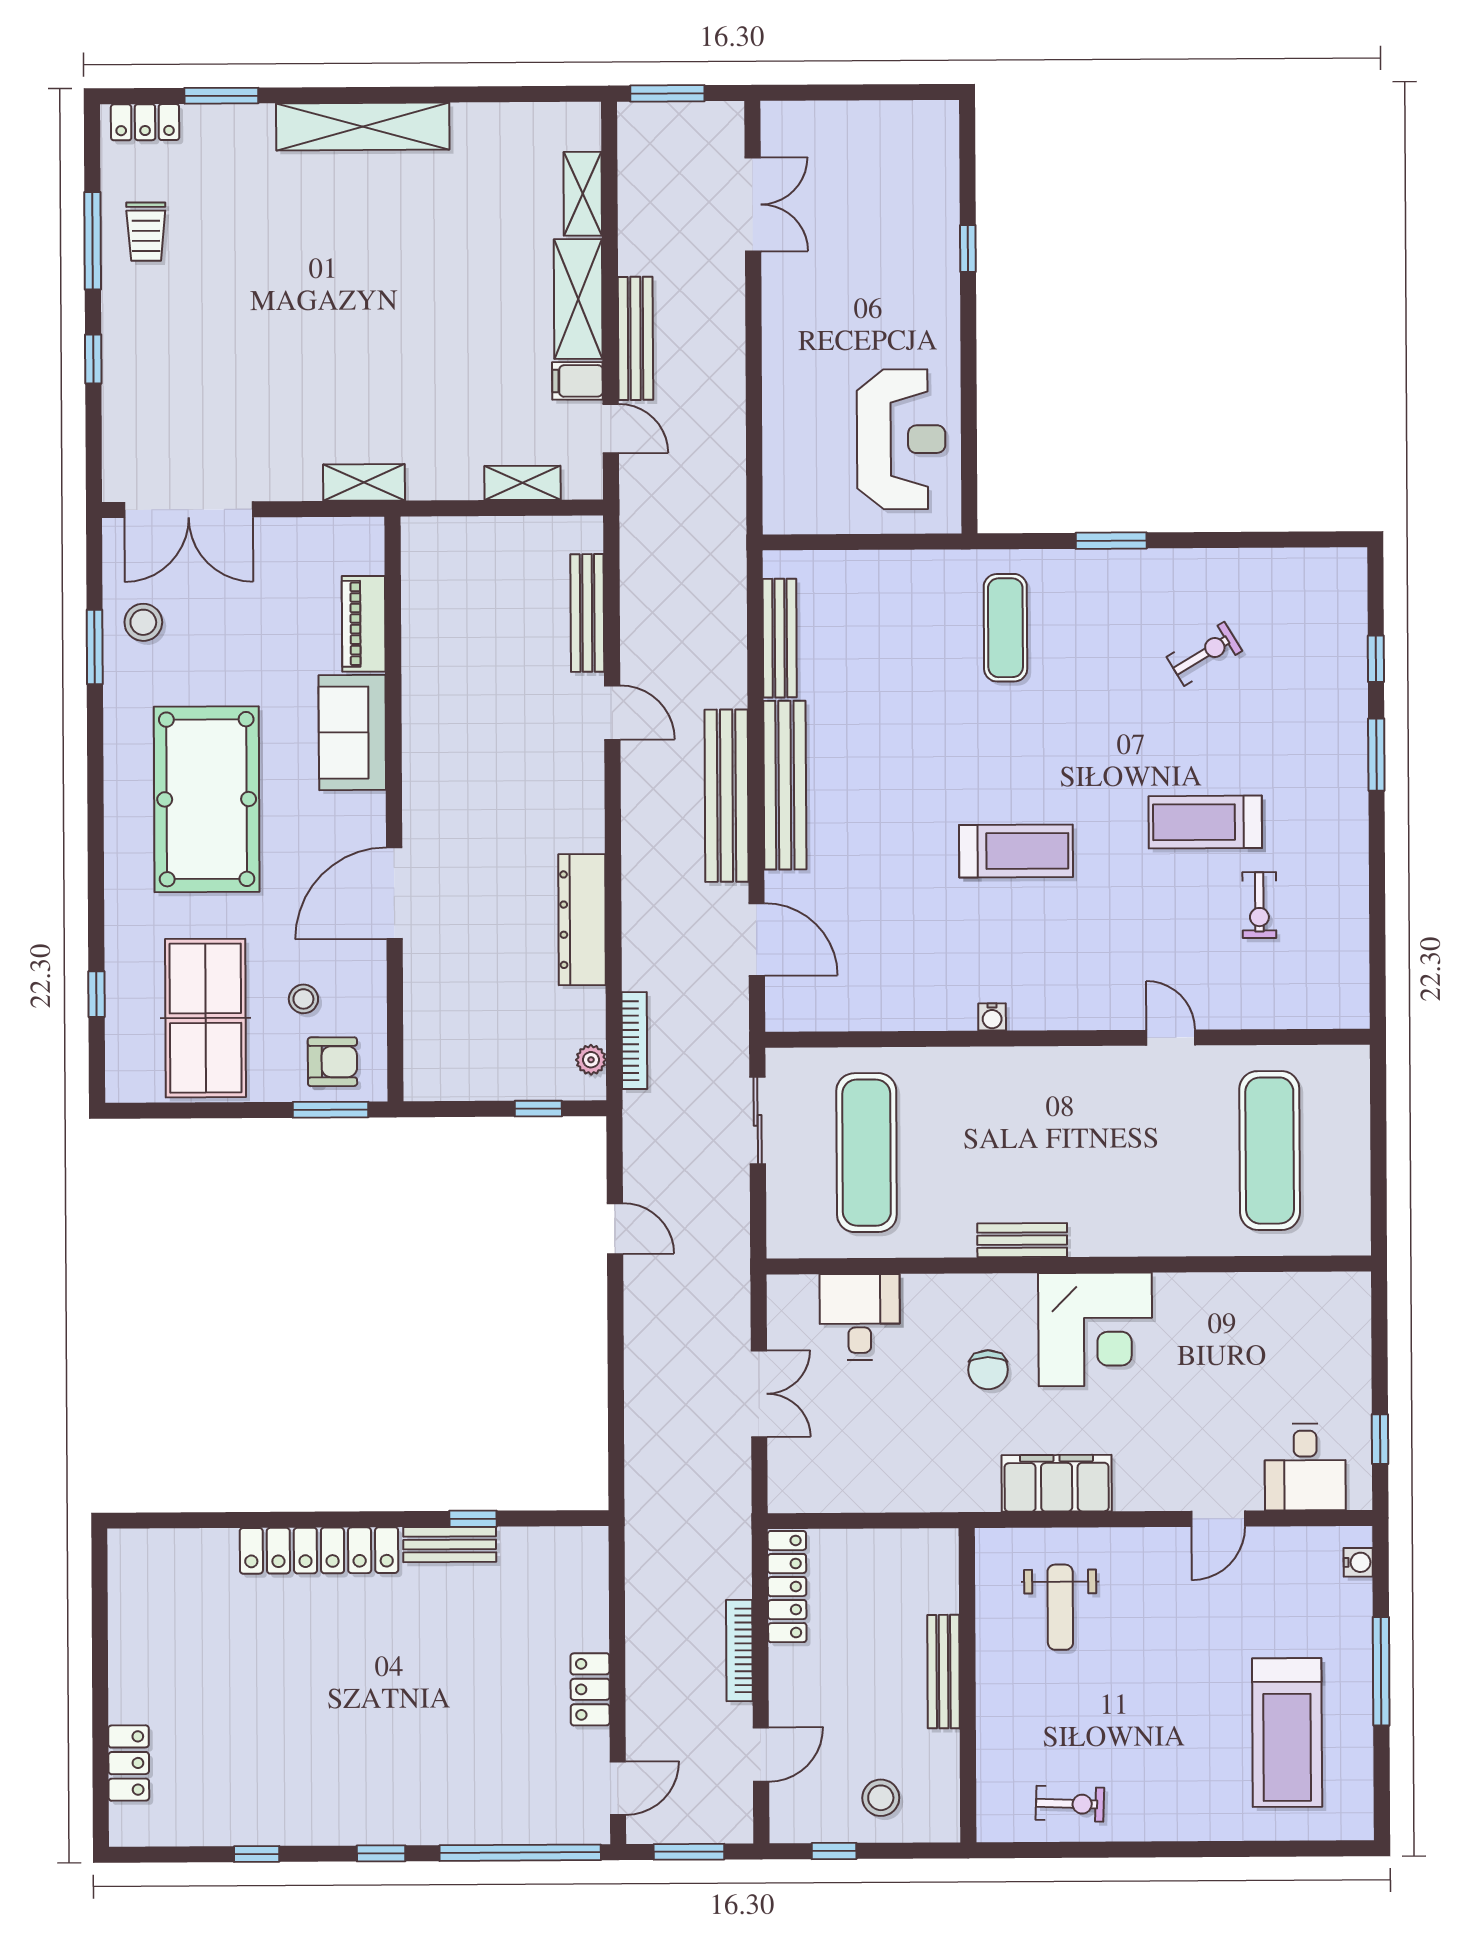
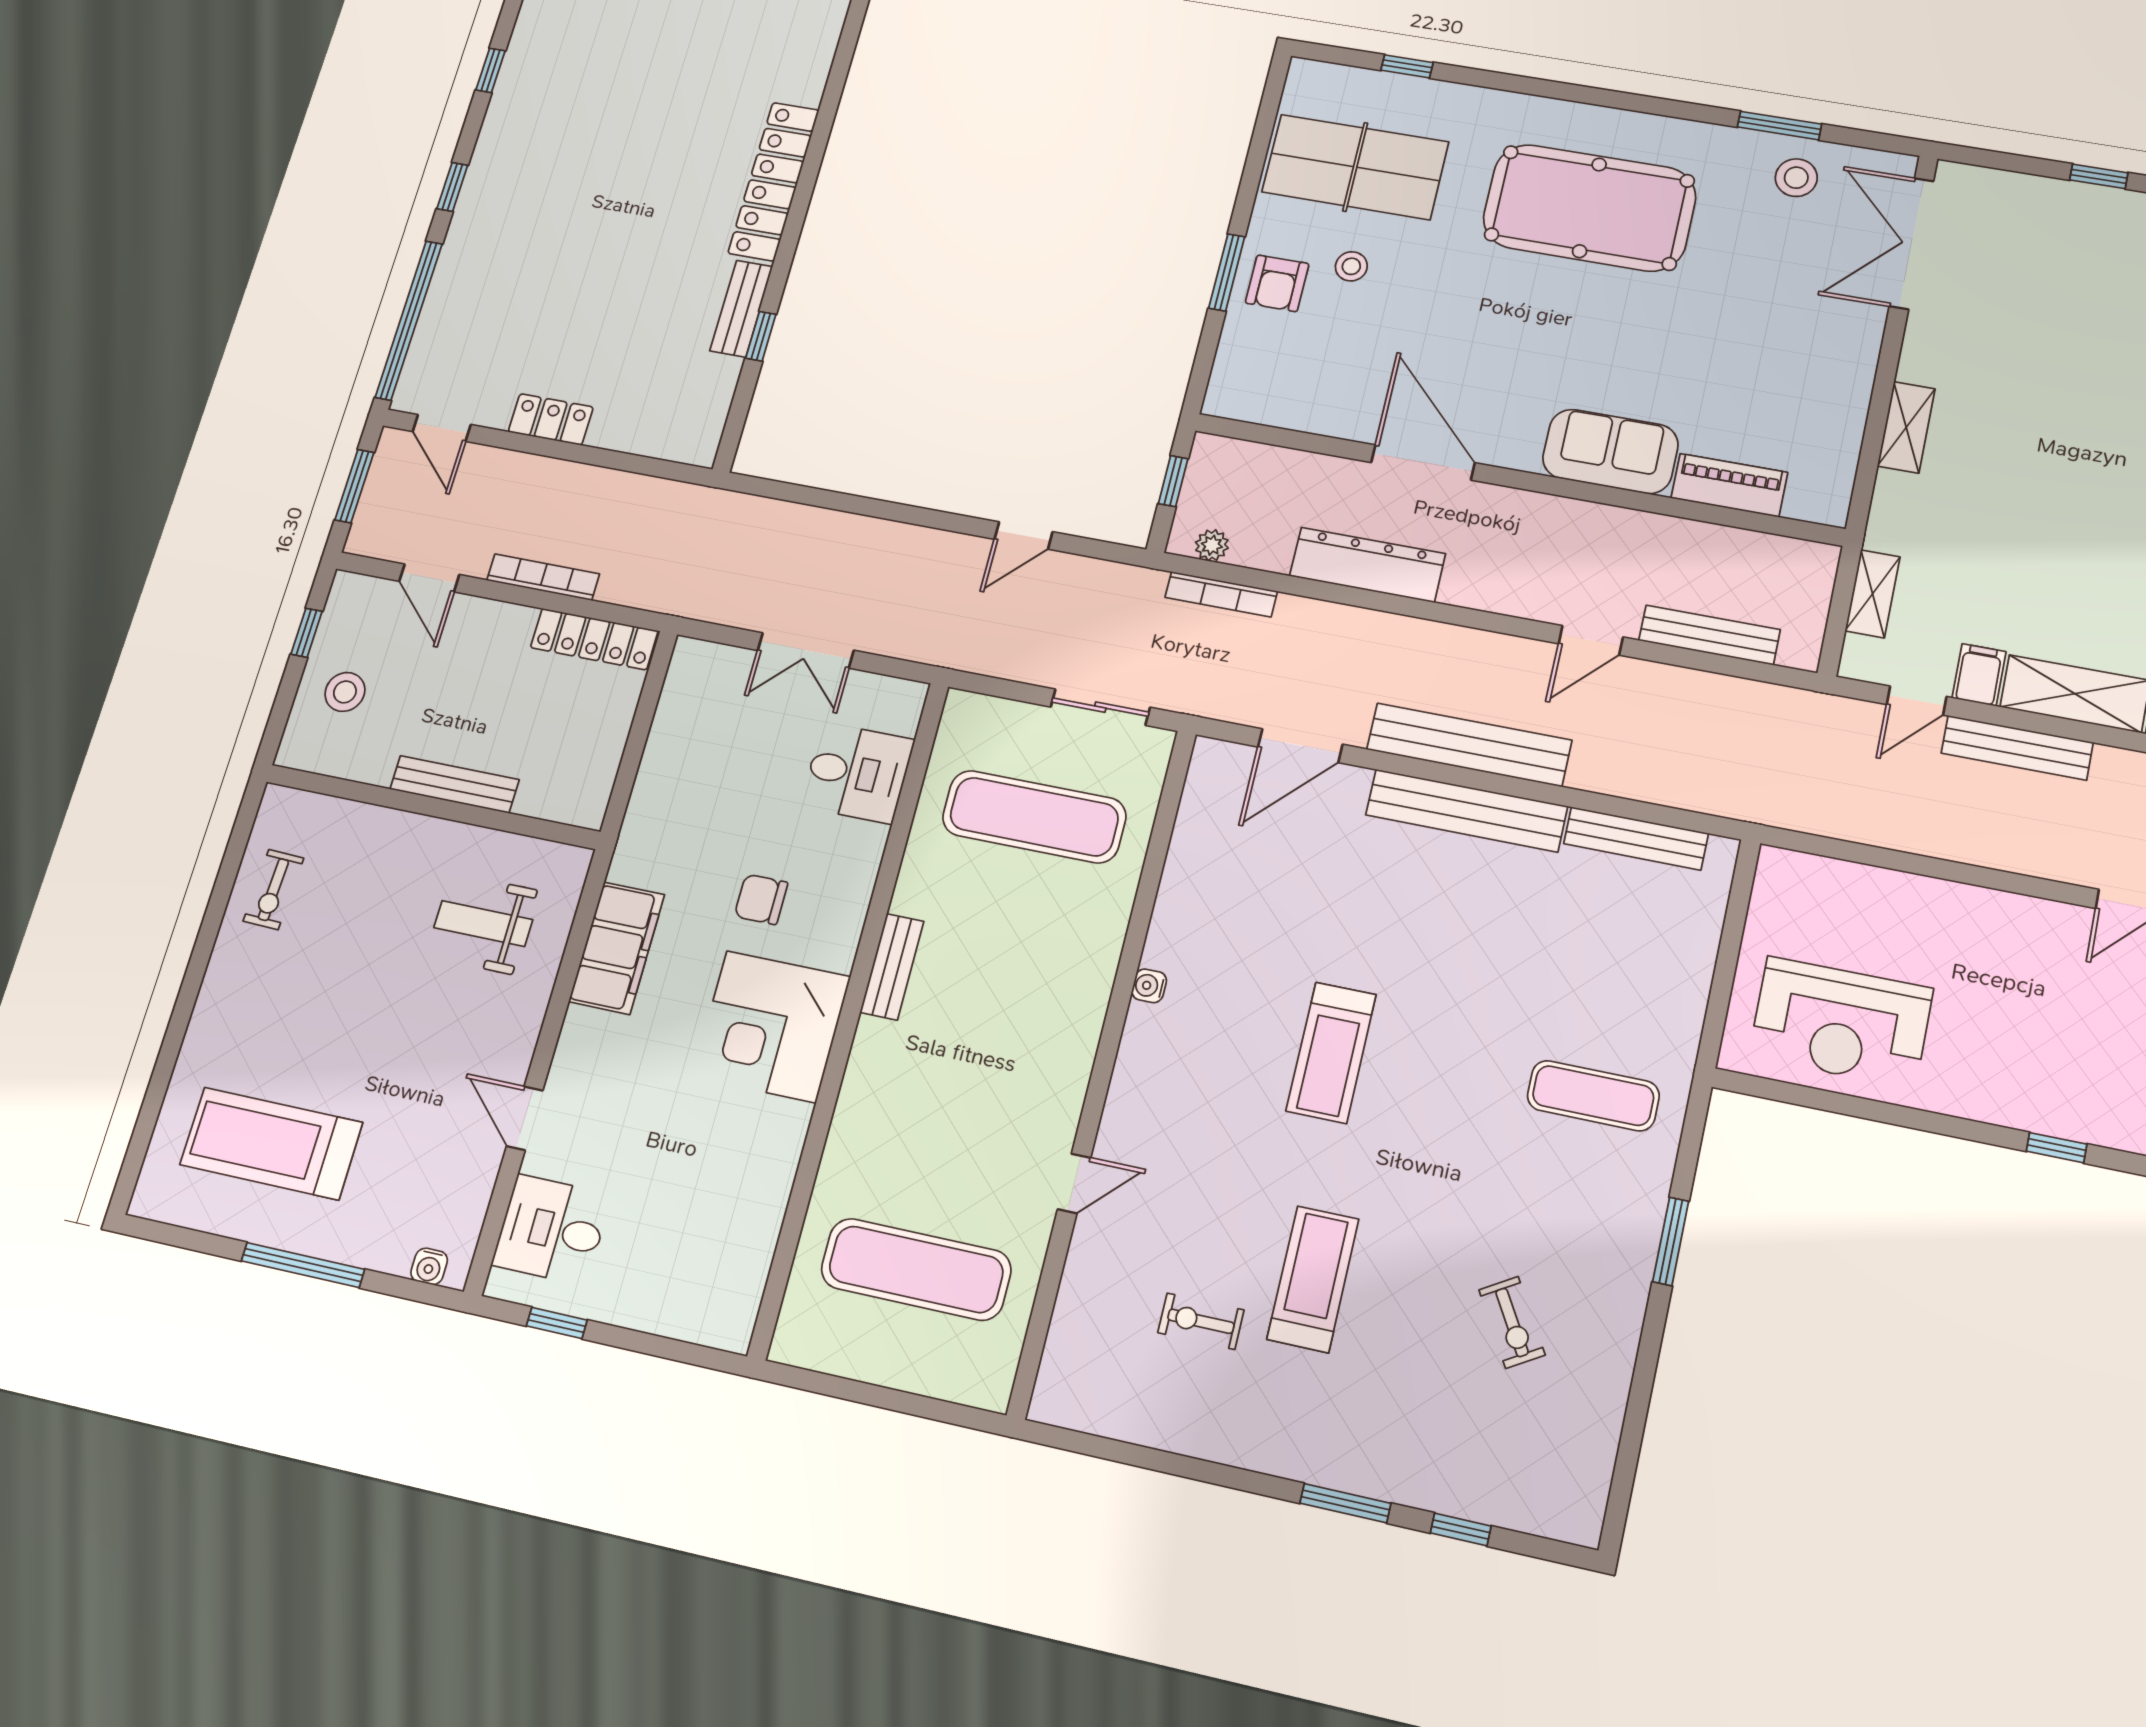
piano: (364, 624) -> (1729, 485), moved
sofa: (352, 733) -> (1610, 451), moved
wall: (394, 809) -> (1516, 479), moved
door: (394, 893) -> (1423, 463), moved

